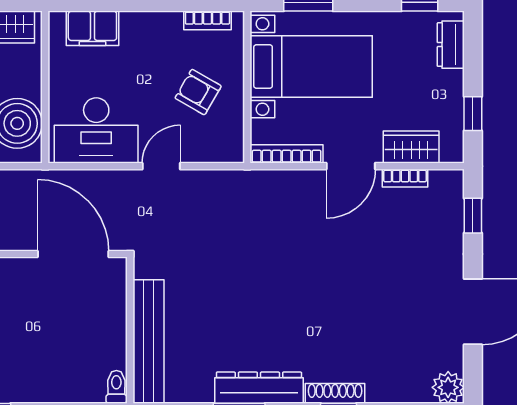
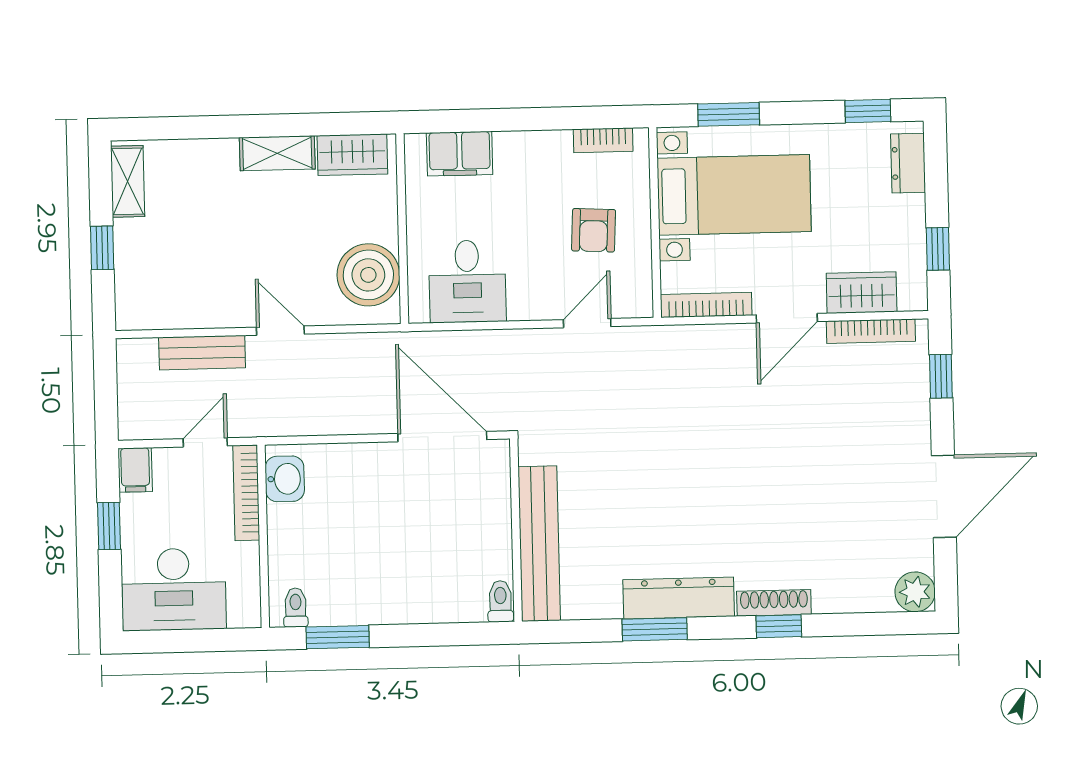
armchair: (198, 92) -> (594, 230), turned -117
desk: (96, 130) -> (467, 281), width x0.73
door: (161, 166) -> (587, 323), moved
bookcase: (405, 178) -> (871, 331), width x1.56

